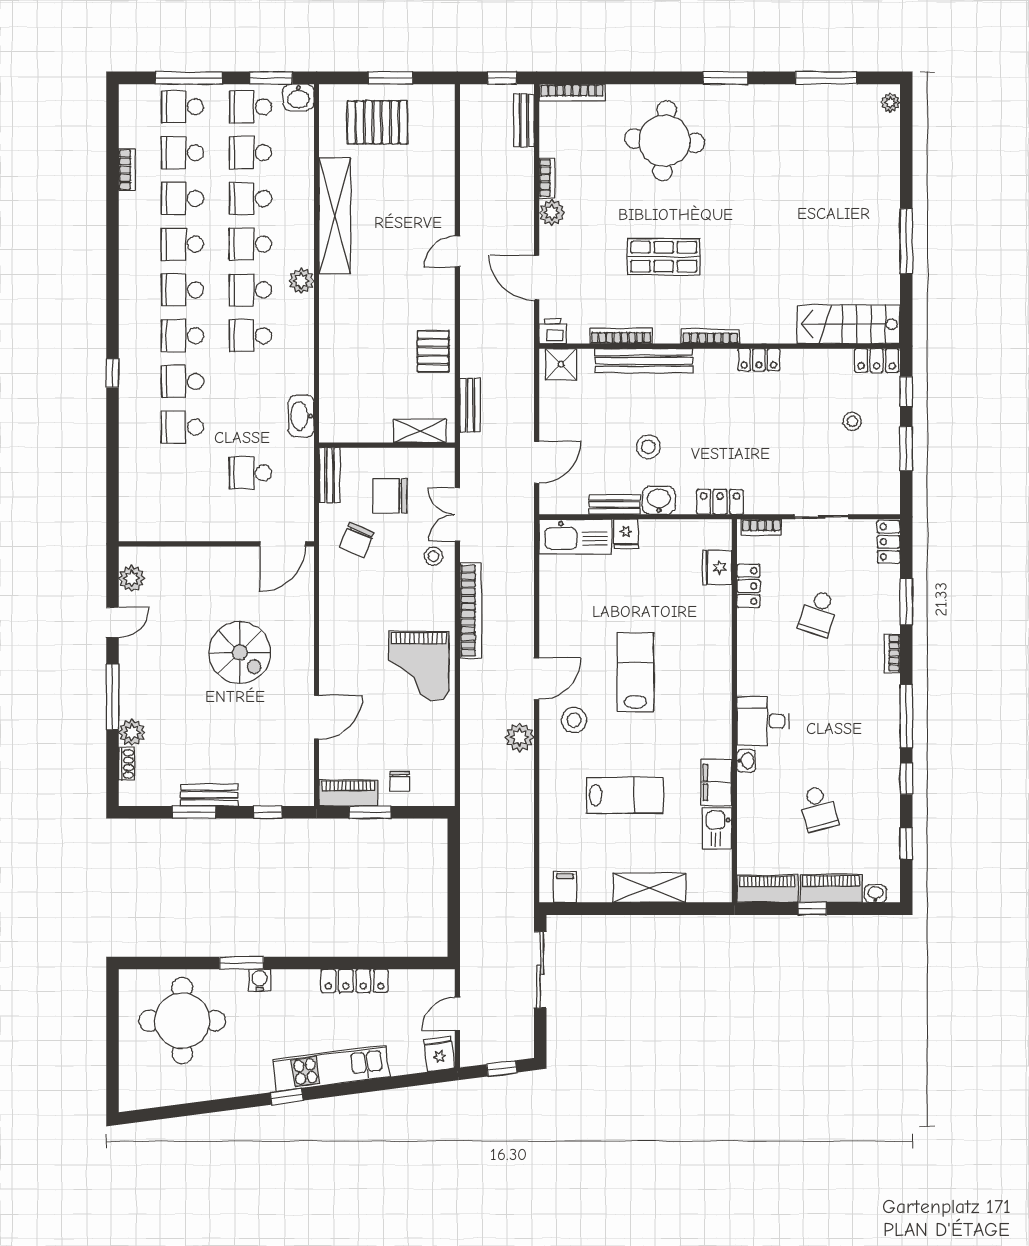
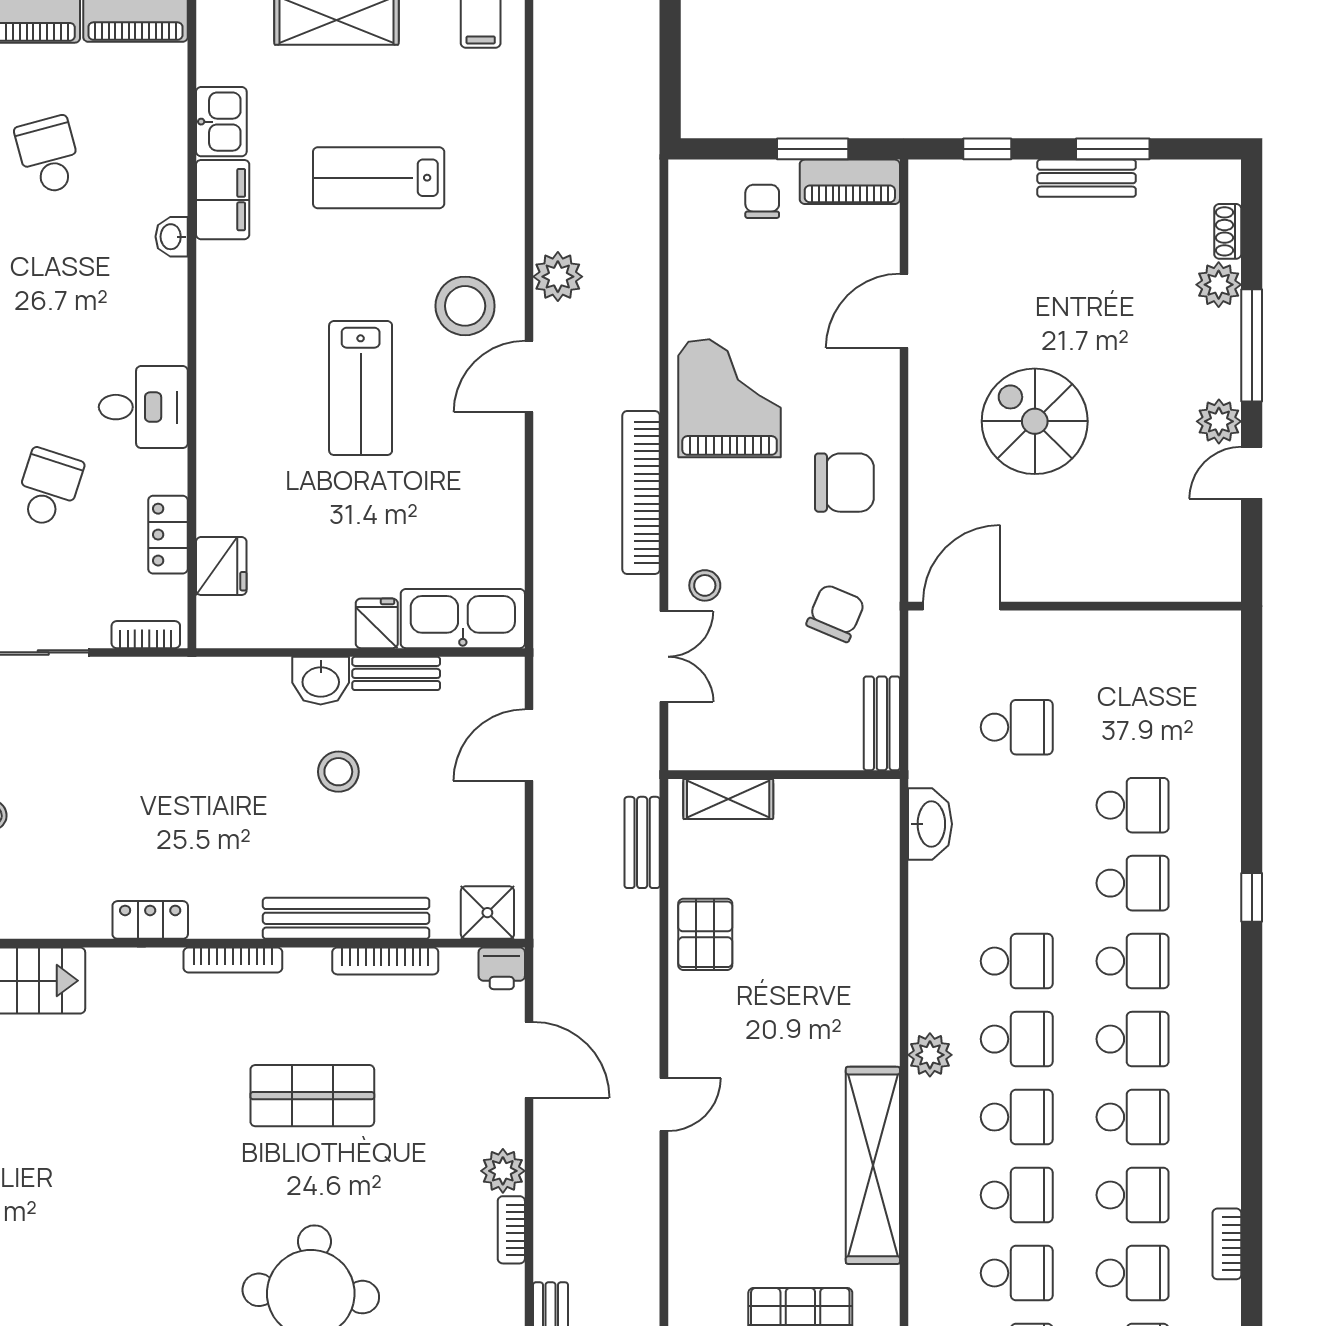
chair: (390, 496) -> (844, 483), moved
locker: (720, 502) -> (216, 678), removed
plant: (132, 578) -> (1219, 421), moved
stool: (574, 720) -> (465, 306), width x1.38, depth x1.38
desk: (763, 721) -> (143, 407), moved

